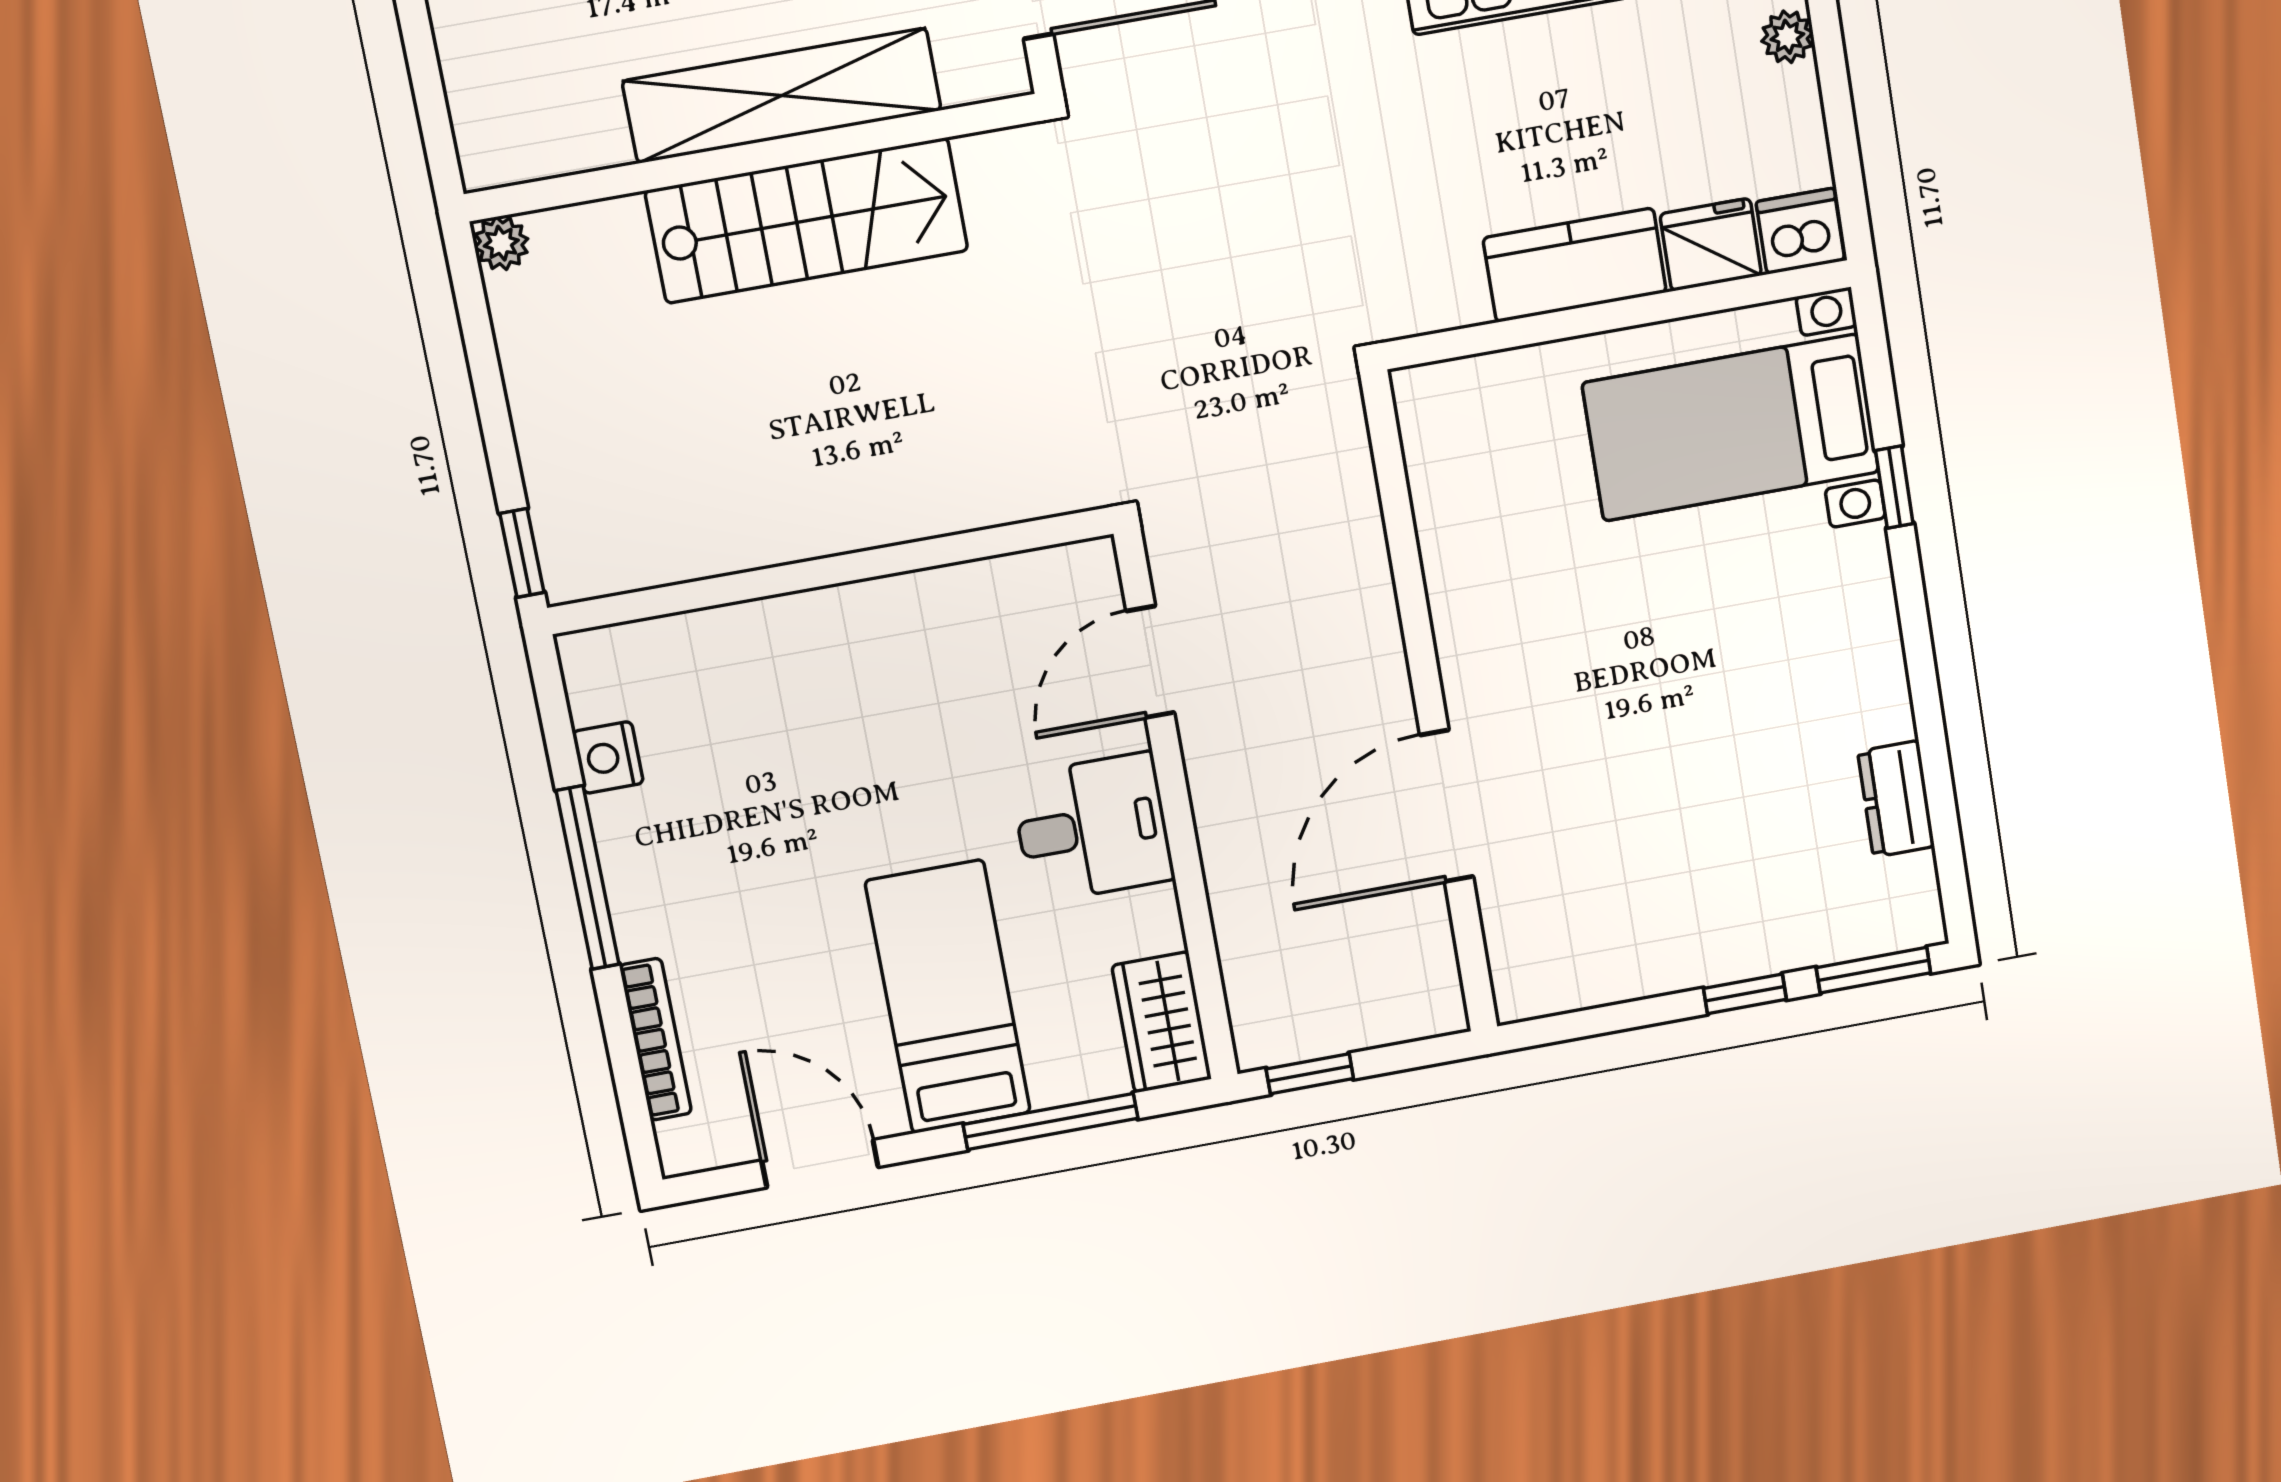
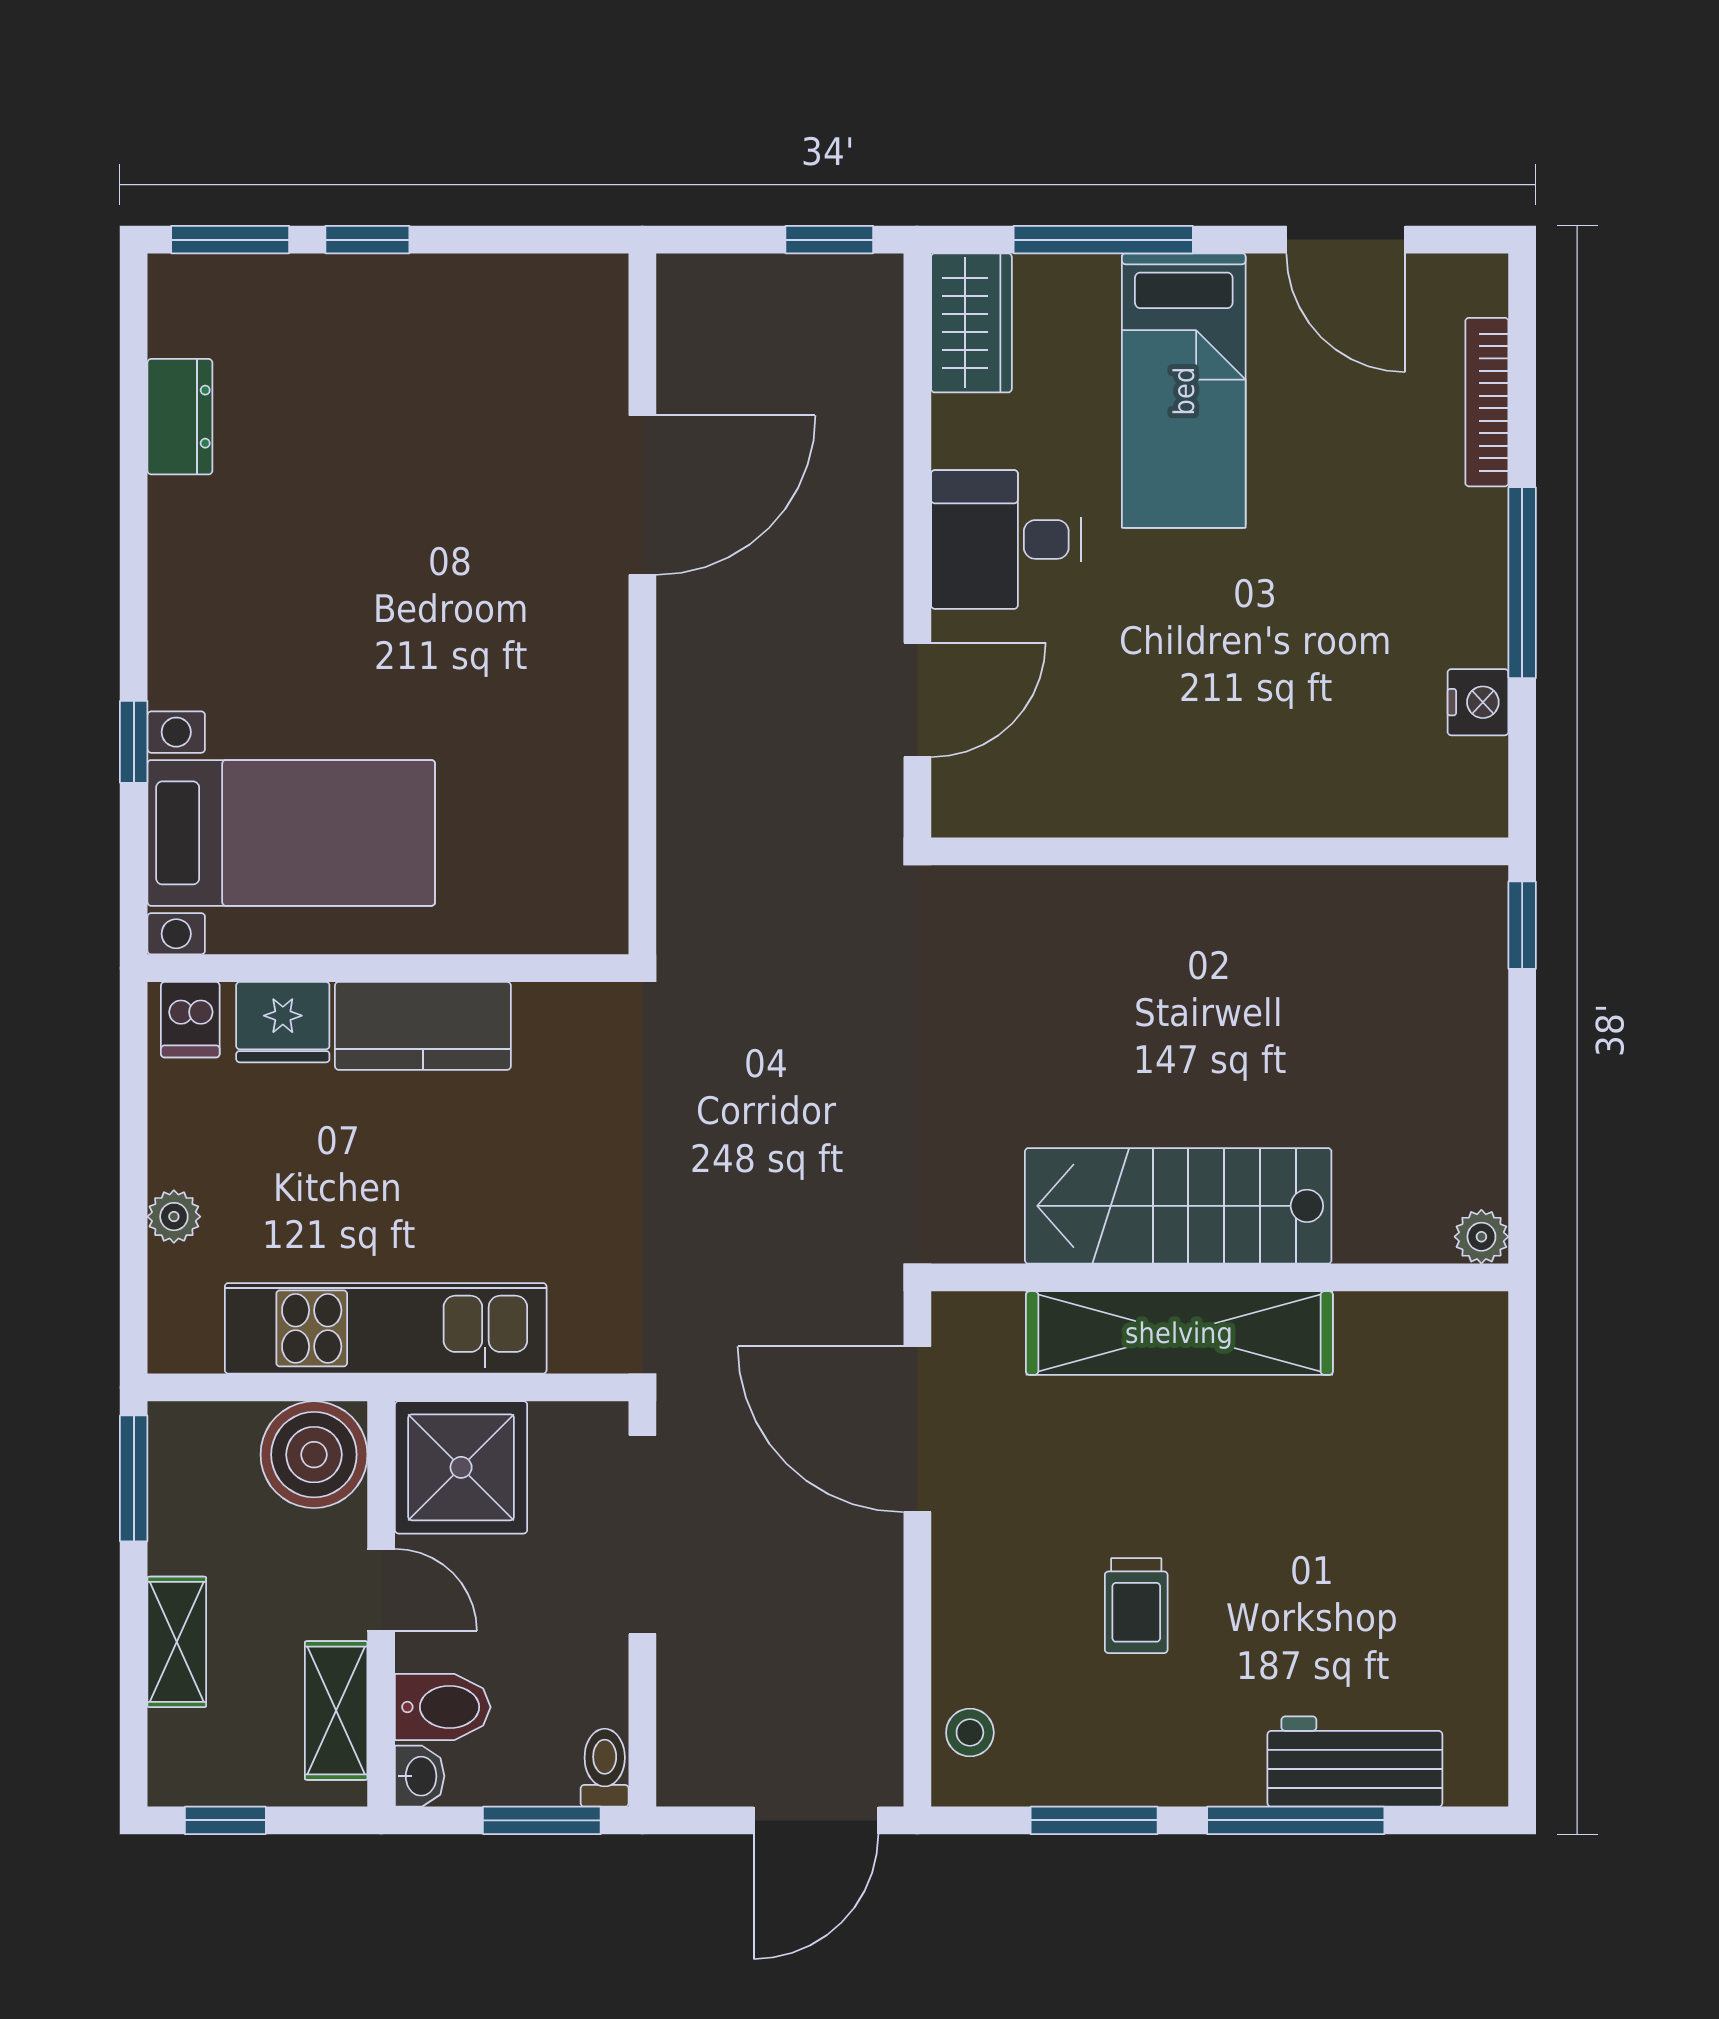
dishwasher: (1800, 231) -> (190, 1020), width x0.73

